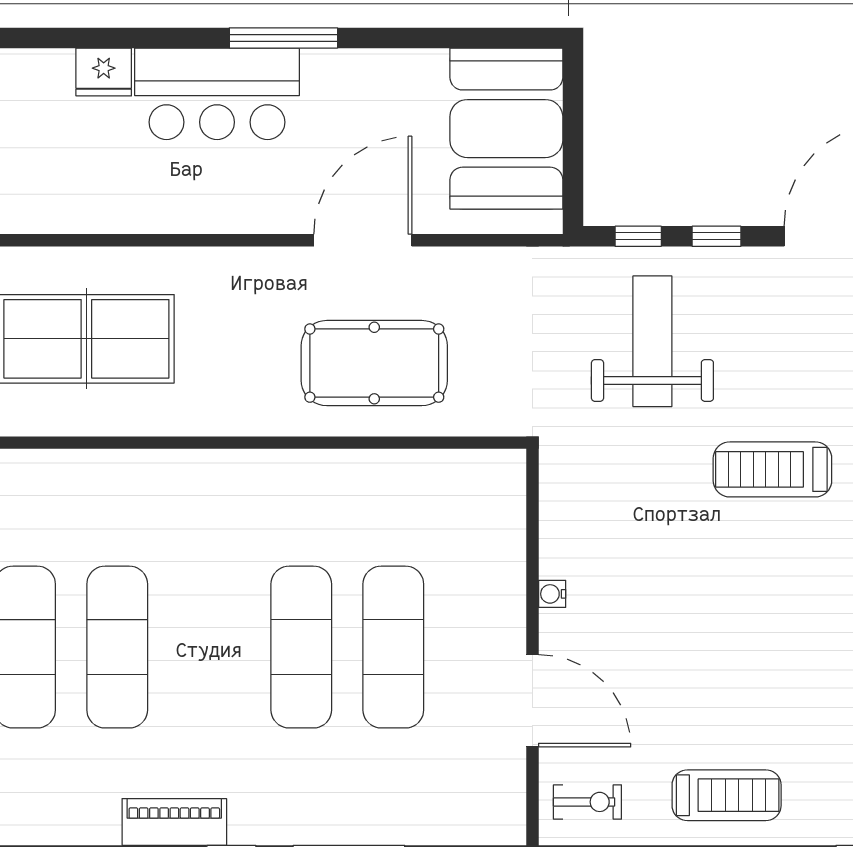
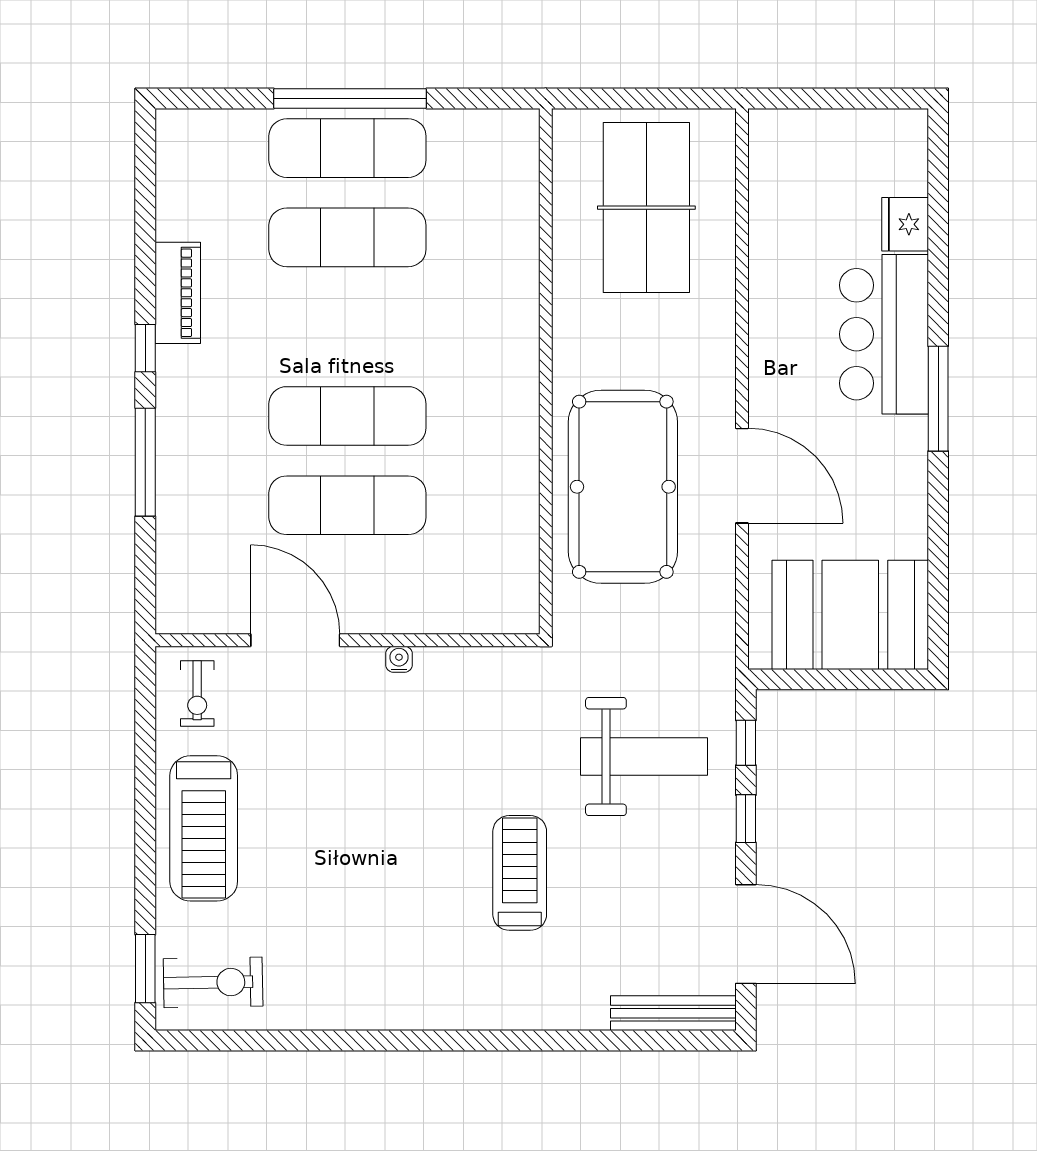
pool table: (374, 363) -> (623, 487), width x1.36, depth x1.32
door: (532, 701) -> (295, 640), swing flipped
treadmill: (727, 795) -> (204, 828), width x1.37, depth x1.38

